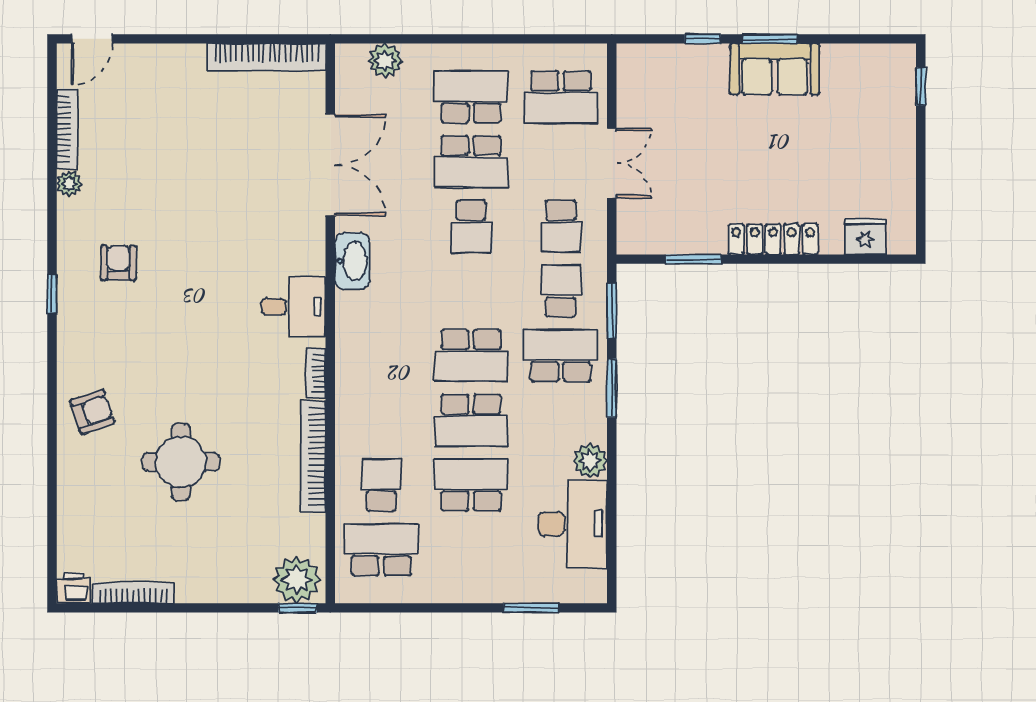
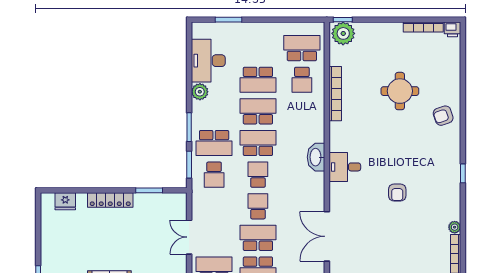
school desk: (561, 226) -> (258, 175), moved
washbasin: (352, 261) -> (316, 157), moved
armchair: (118, 263) -> (397, 193), moved
bookcase: (316, 374) -> (334, 134), removed
school desk: (381, 550) -> (302, 48), turned 180

